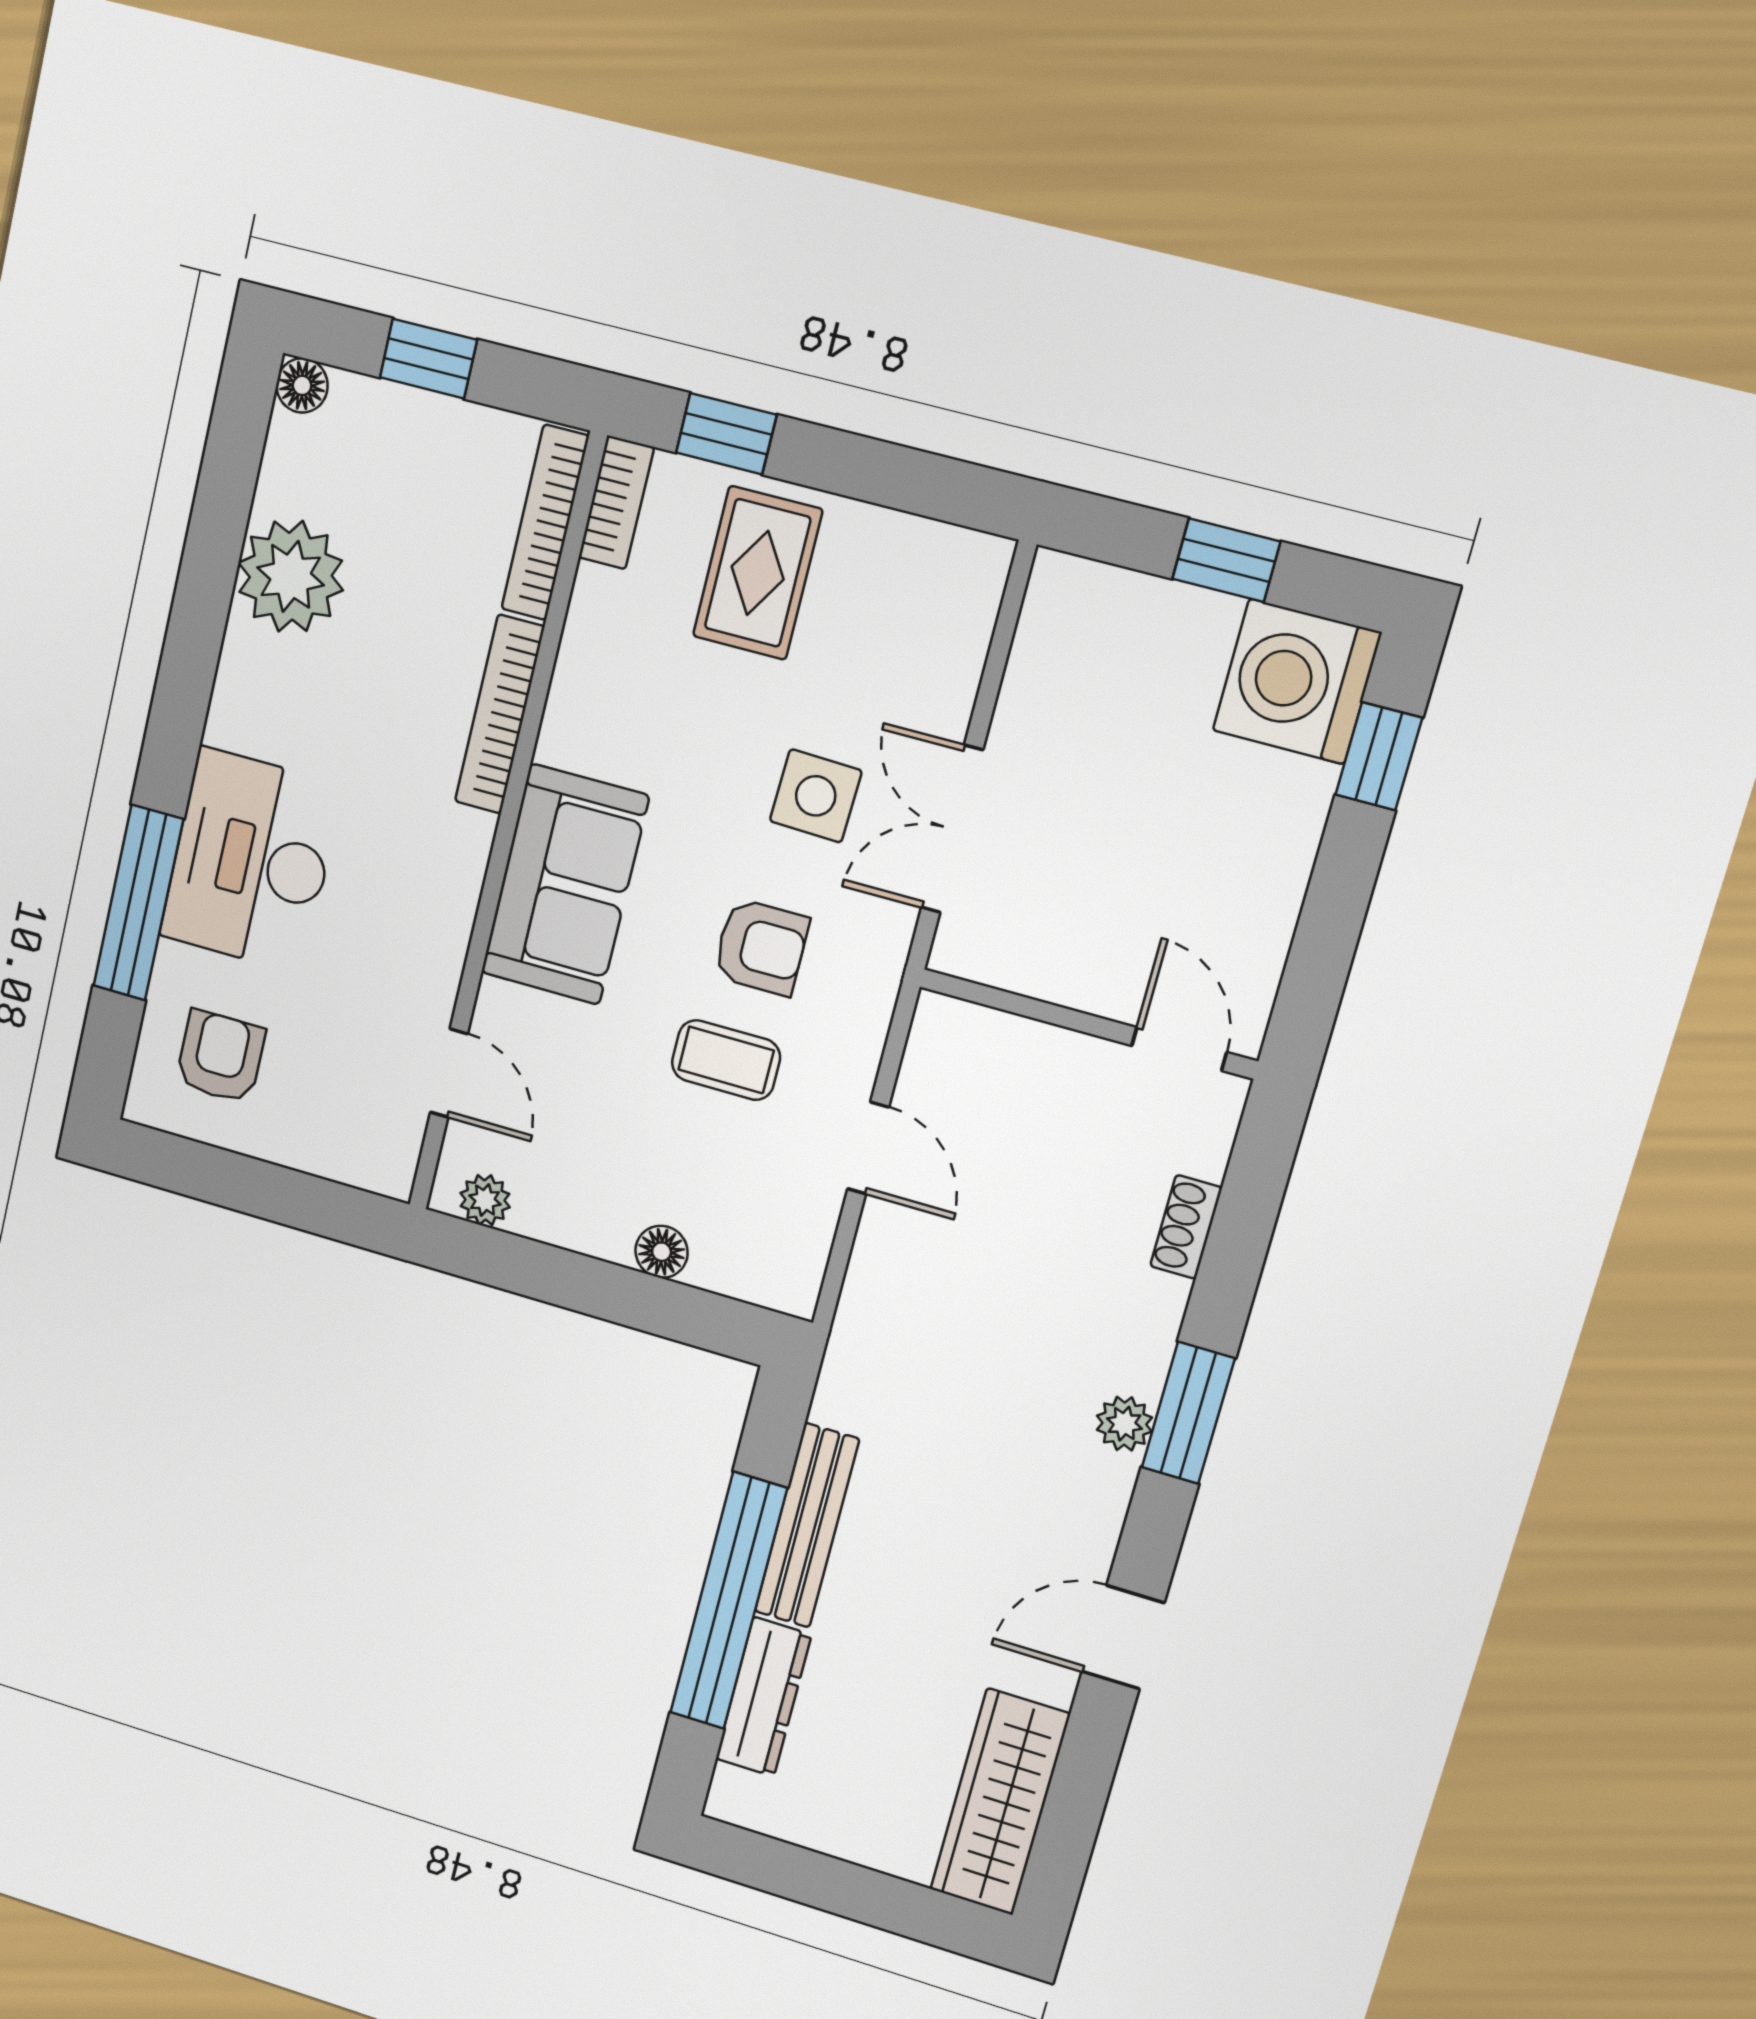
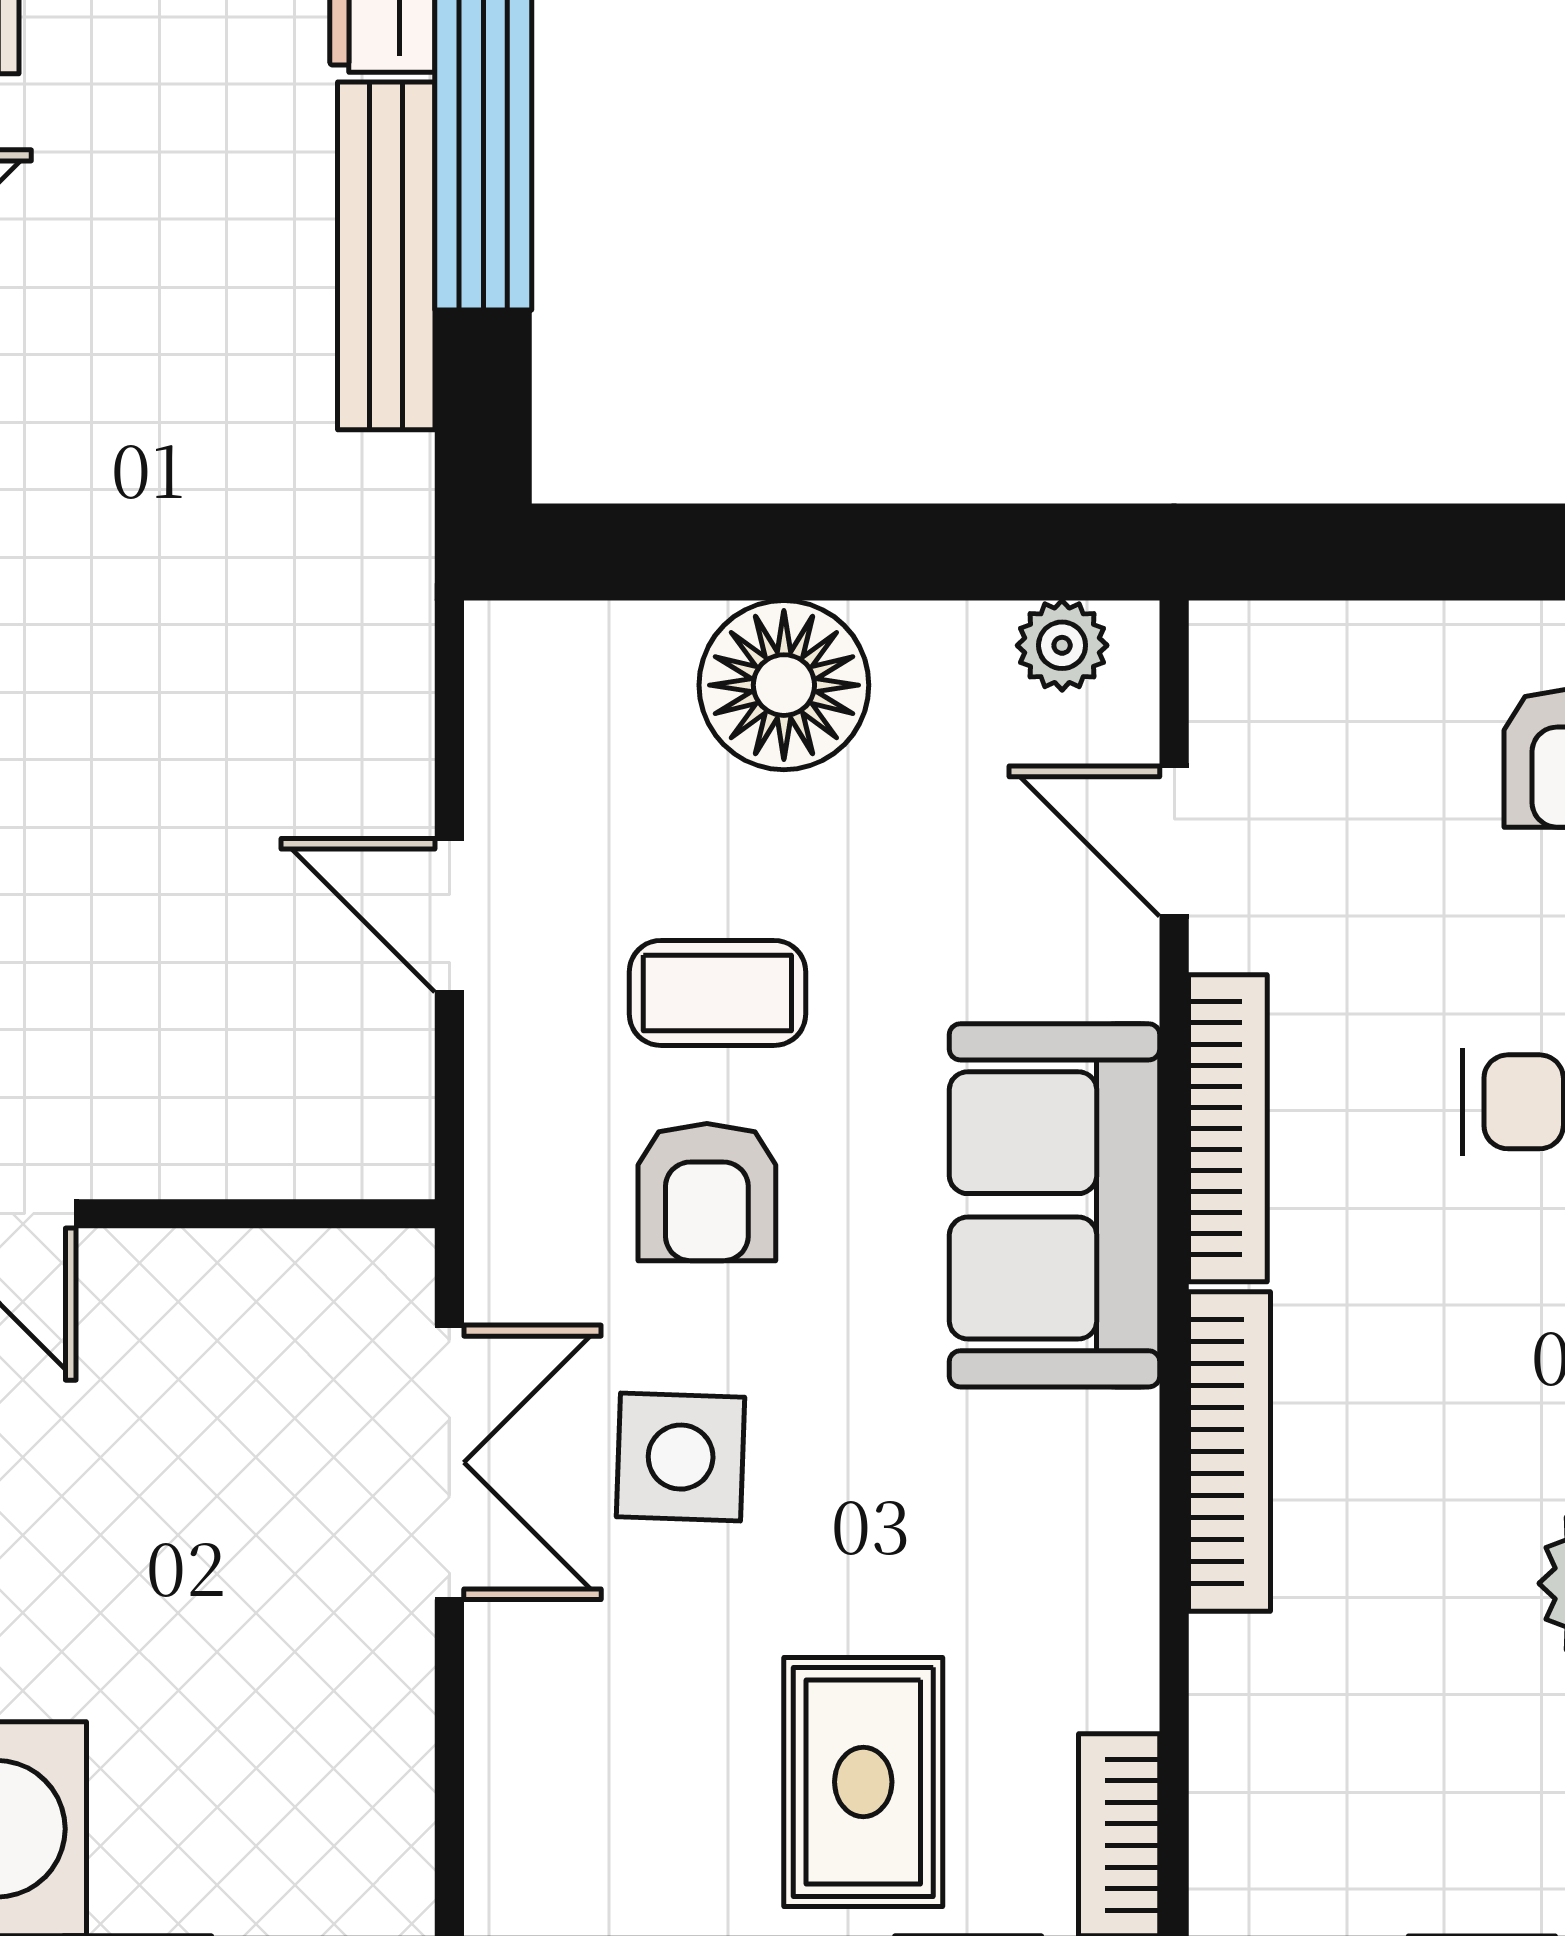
bookcase: (545, 523) -> (1228, 1128), moved
armchair: (761, 947) -> (707, 1192), turned -90
floor lamp: (662, 1252) -> (784, 685), width x1.89, depth x1.89

